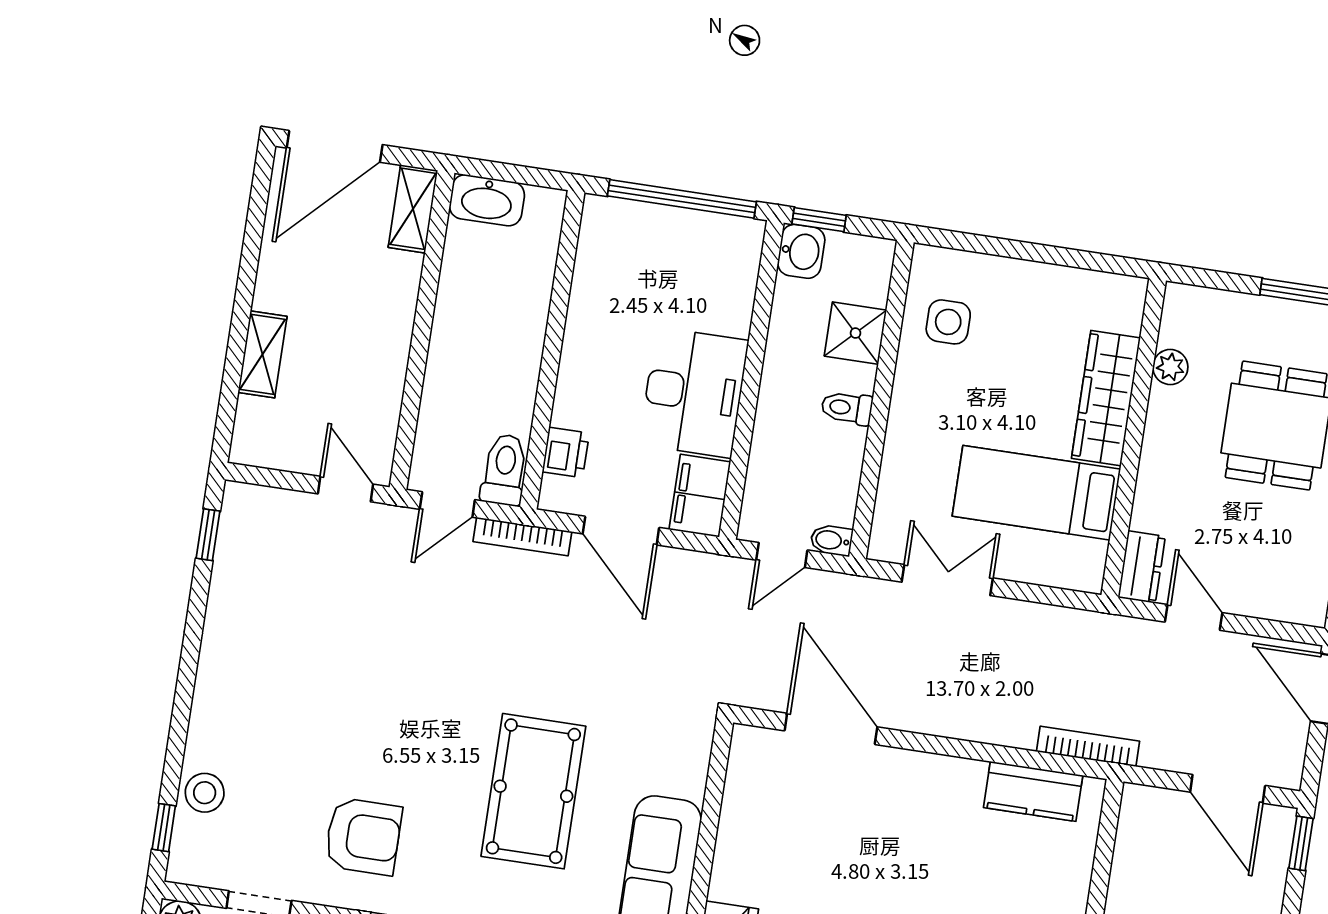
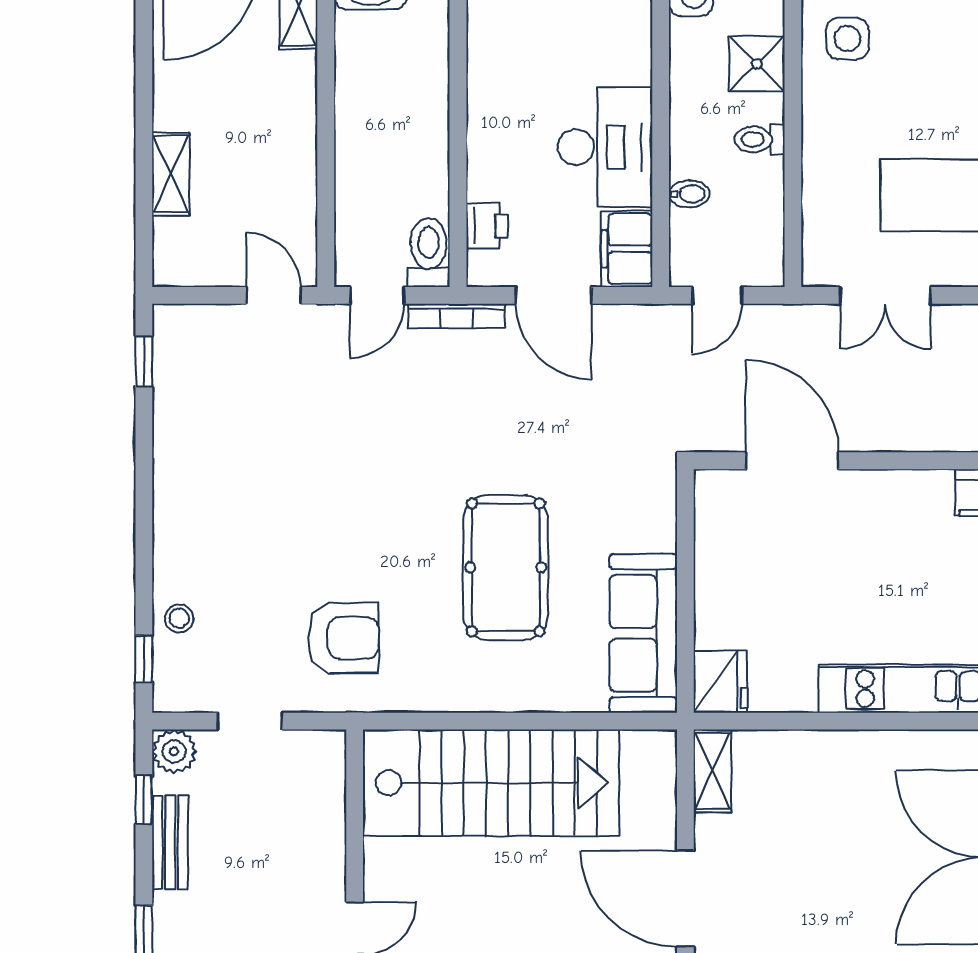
bidet: (831, 540) -> (689, 194), moved, turned 180
double door: (947, 580) -> (885, 295), swing flipped
stool: (205, 793) -> (179, 618), width x0.73, depth x0.73

